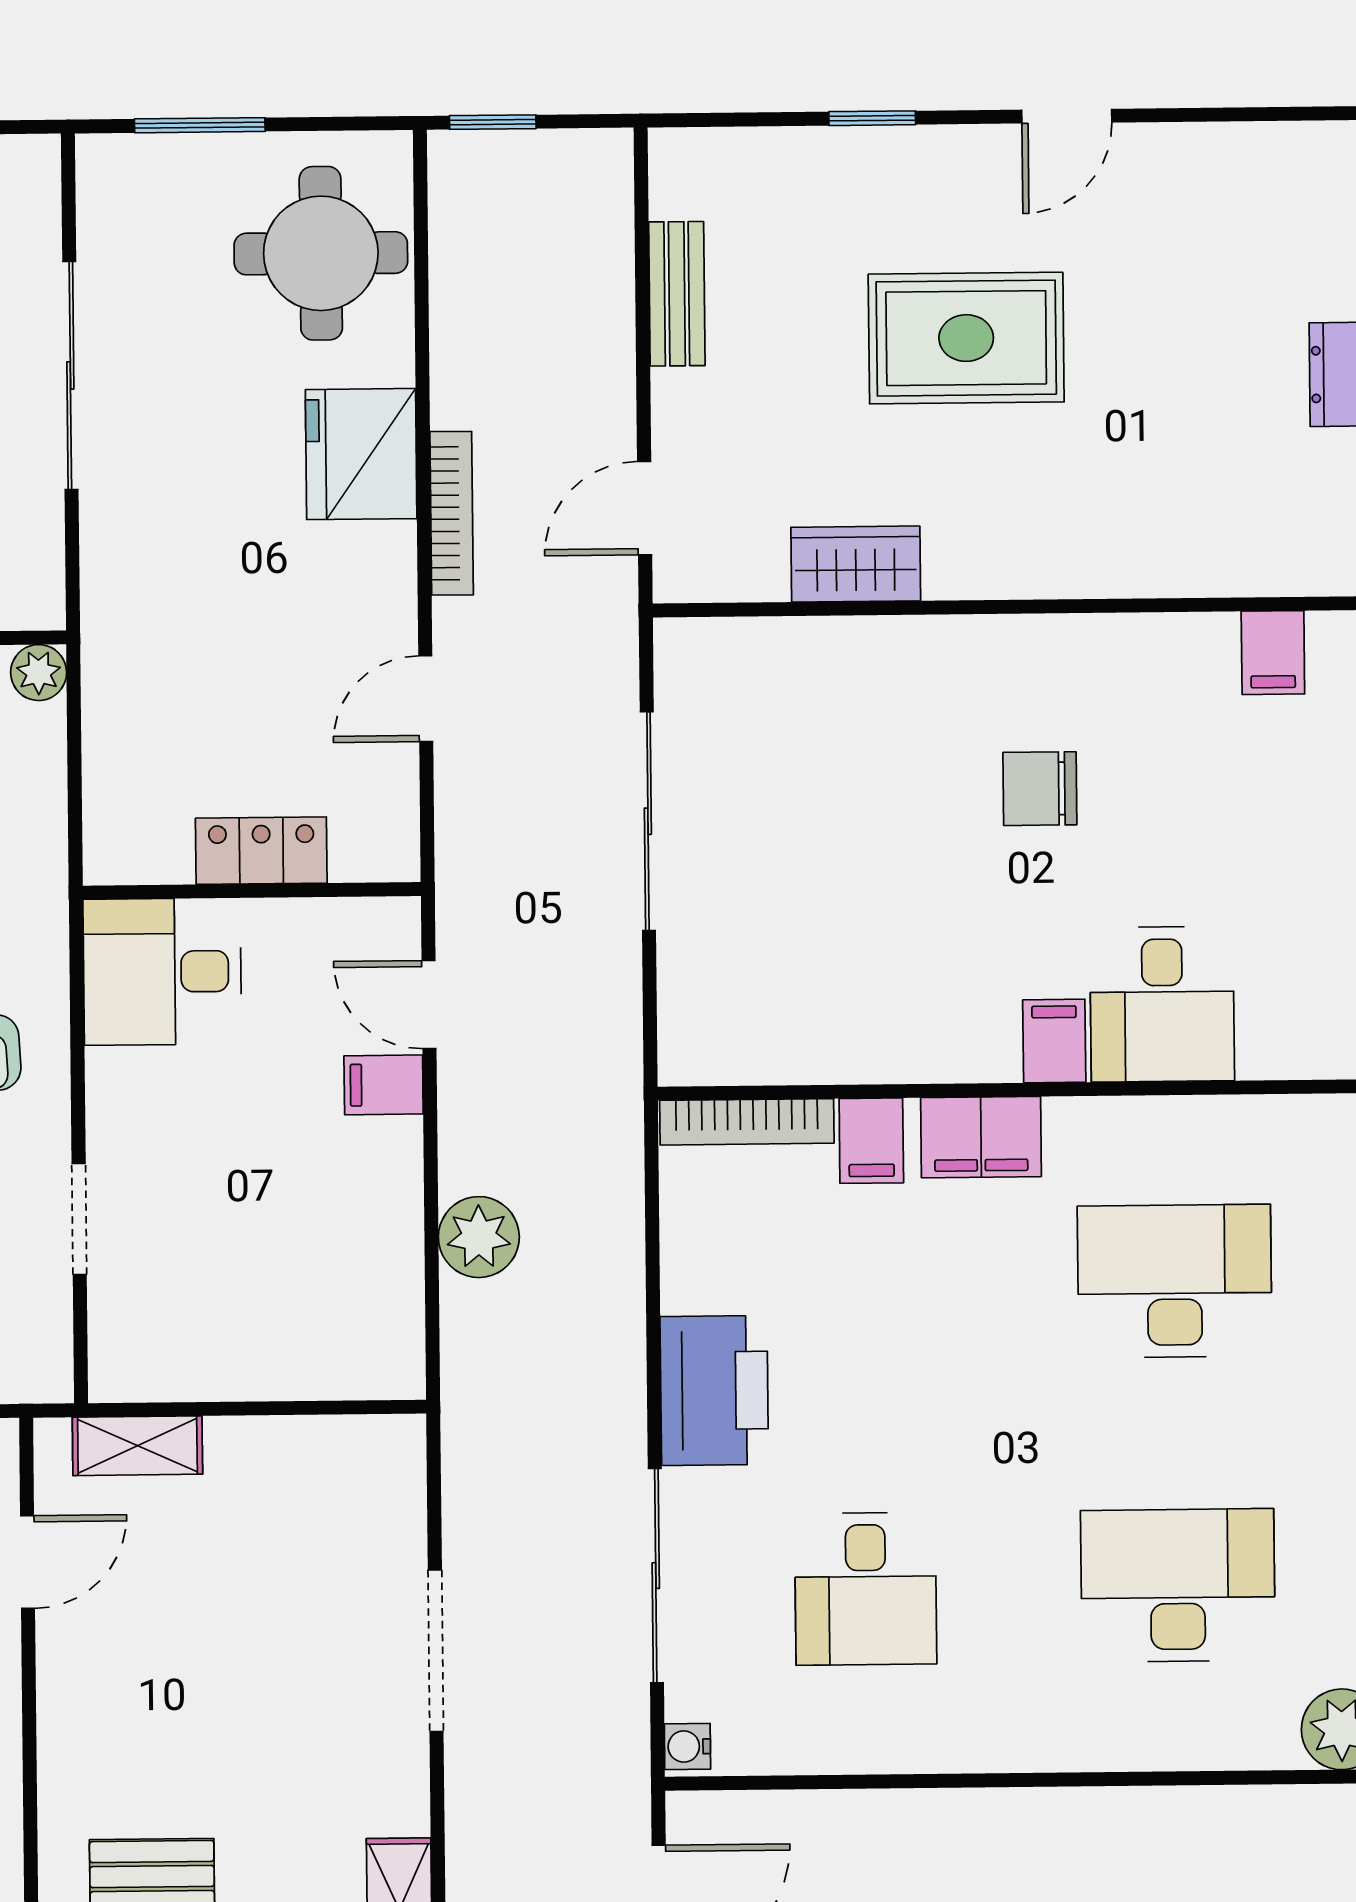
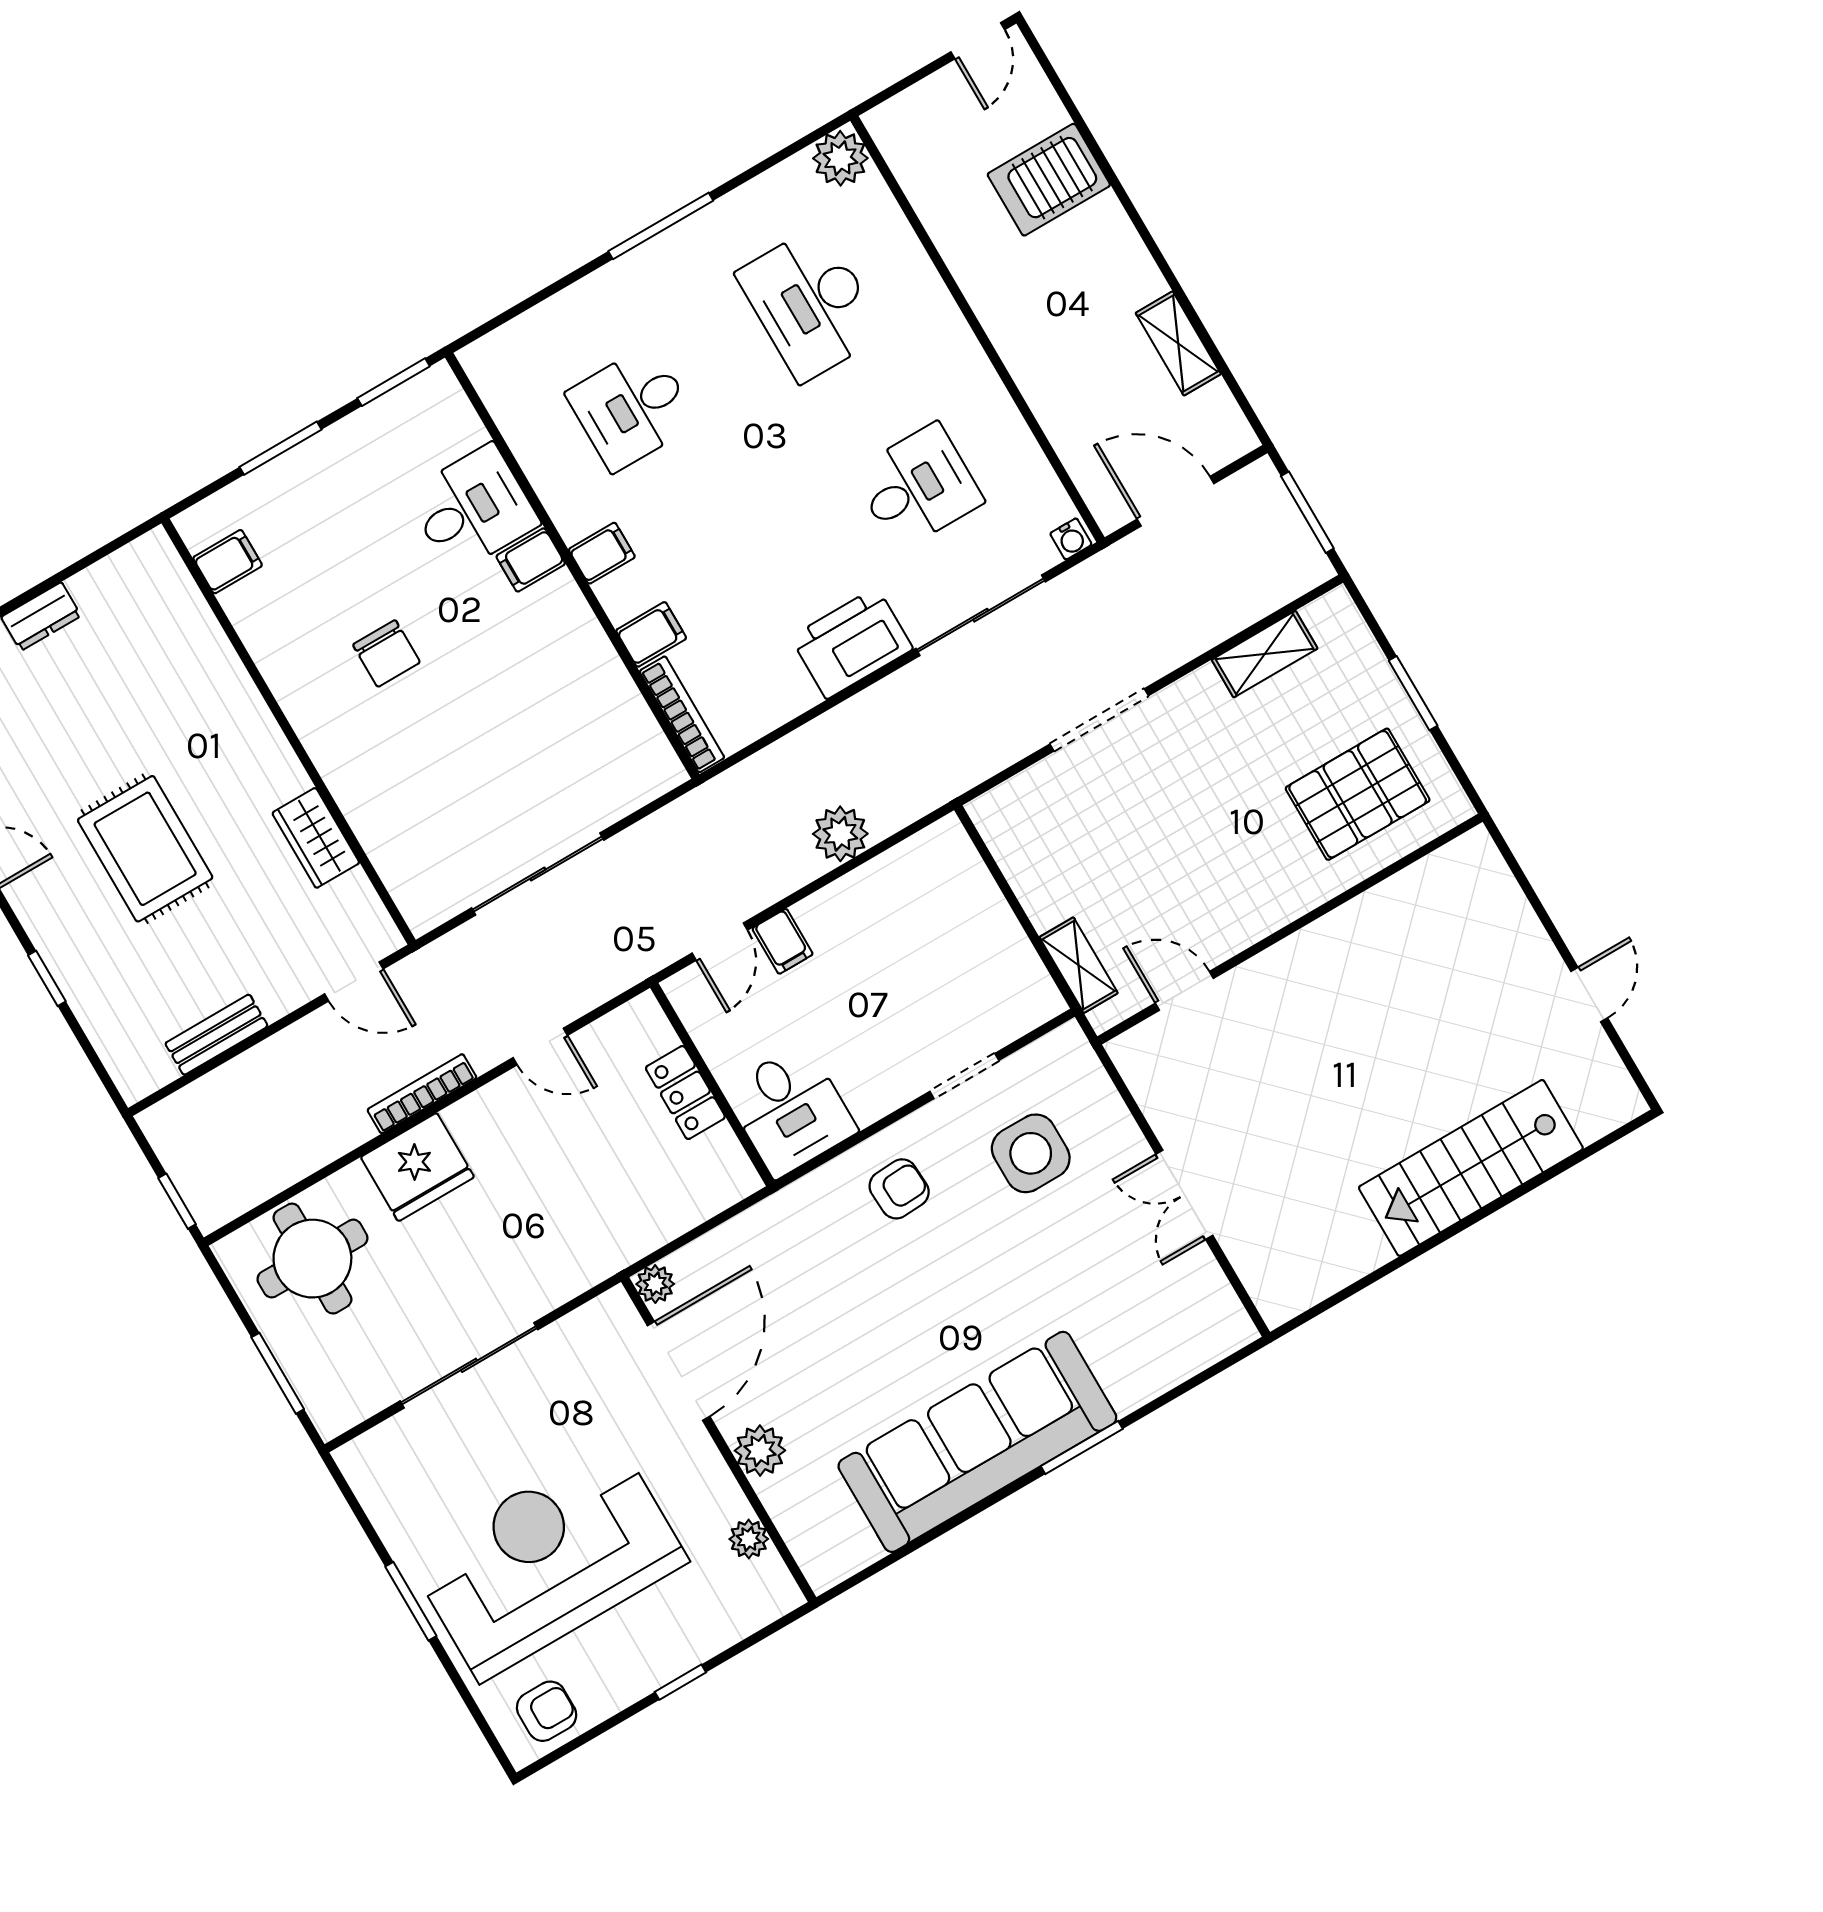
filing cabinet: (981, 1137) -> (602, 553), width x0.50
desk: (1175, 1281) -> (632, 408), width x0.73

